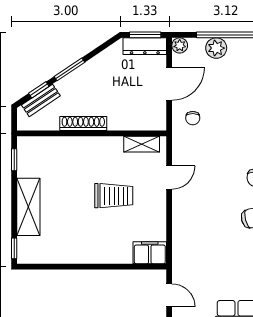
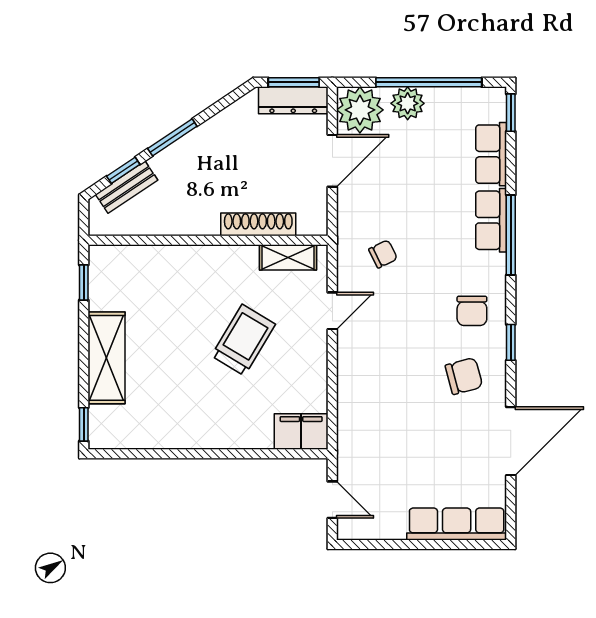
plant: (180, 45) -> (360, 110), width x1.88, depth x1.88
chair: (193, 118) -> (383, 254), moved, turned -116
shoe rack: (83, 124) -> (258, 224), moved
trolley: (114, 196) -> (243, 340), turned -59

